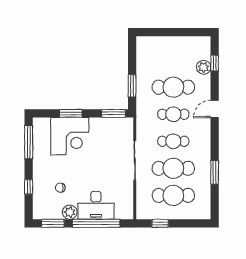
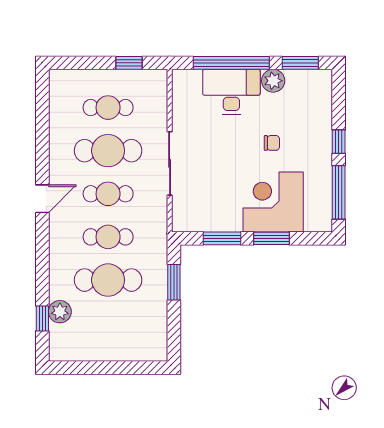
door: (215, 109) -> (42, 199), moved
window: (114, 113) -> (222, 238), moved
window: (215, 173) -> (42, 144), removed
window: (29, 187) -> (339, 142), moved
chair: (60, 188) -> (272, 143), moved
cafe table: (173, 195) -> (108, 108), width x0.73, depth x0.74

